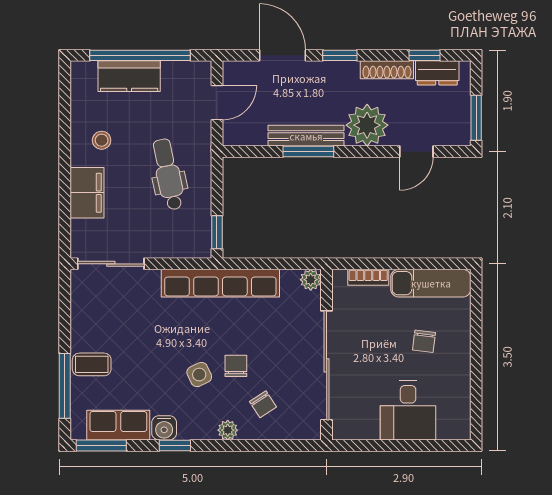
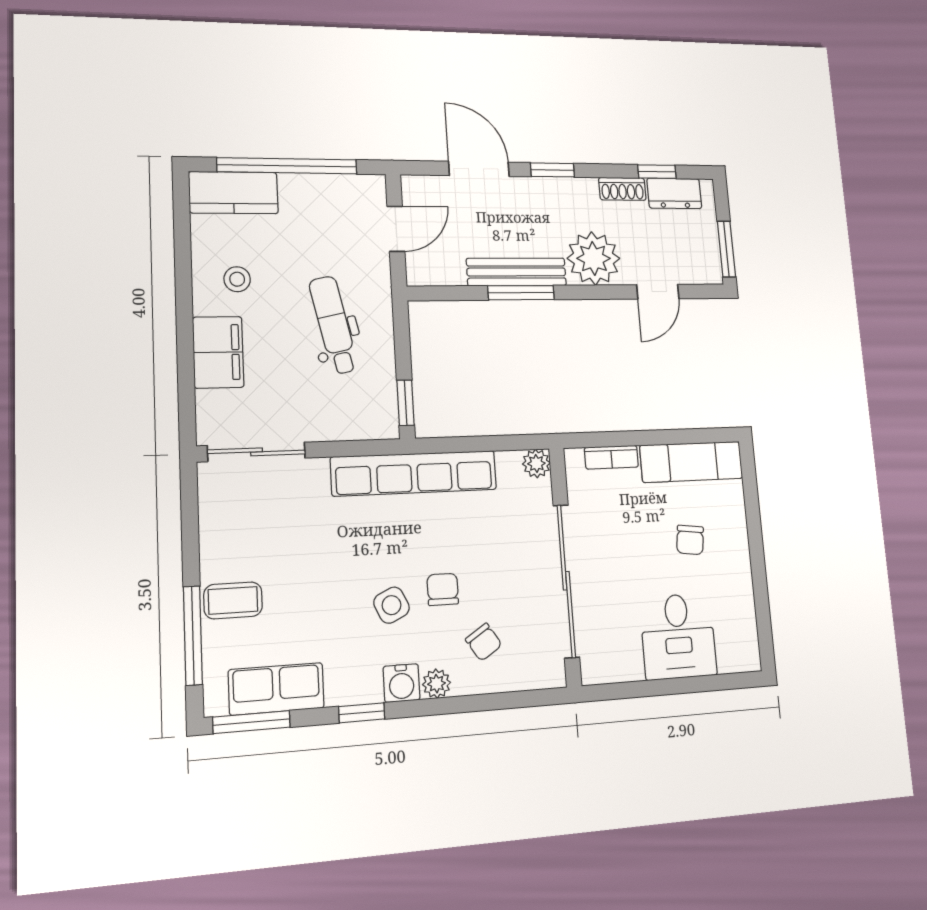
shoe rack: (387, 70) -> (622, 189), width x0.70
kitchen counter: (129, 76) -> (233, 193), moved
water cooler: (164, 428) -> (401, 683), moved

